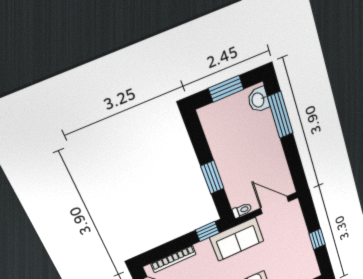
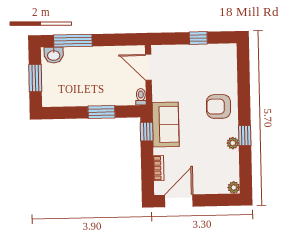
door: (275, 205) -> (148, 67), hinge flipped
sofa: (237, 239) -> (166, 124), moved
bookcase: (173, 259) -> (159, 168), width x0.64

